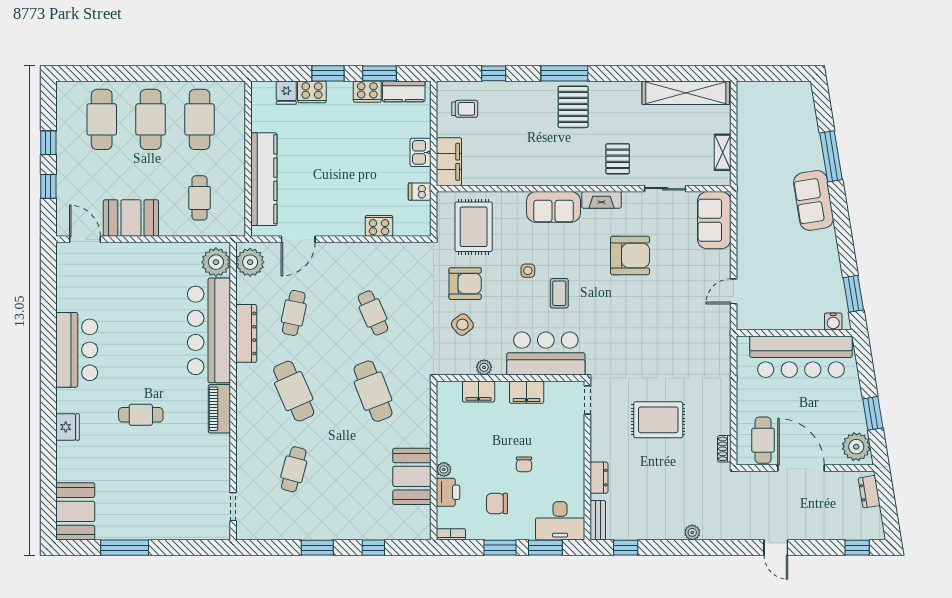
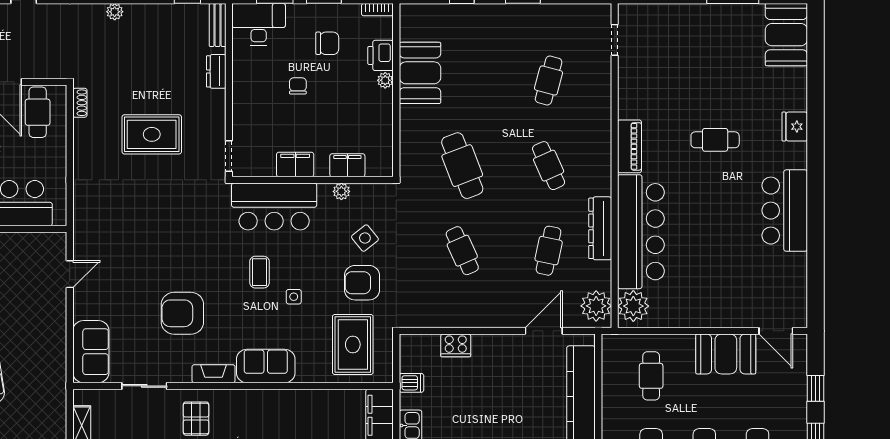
cafe table: (294, 391) -> (549, 166), width x0.73, depth x0.74

